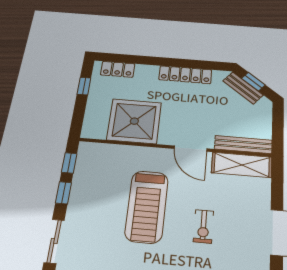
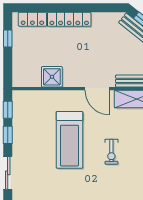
locker: (185, 75) -> (69, 19), moved
shower: (134, 121) -> (52, 77), width x0.54, depth x0.54

